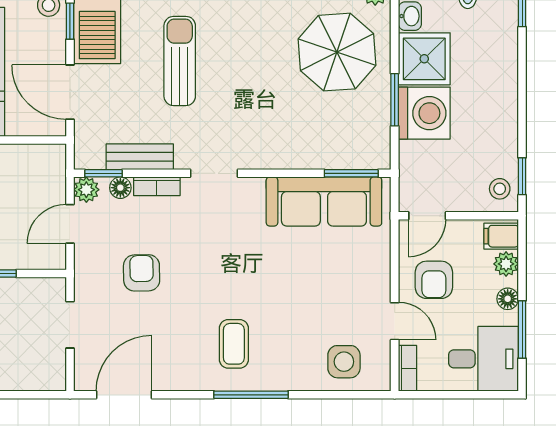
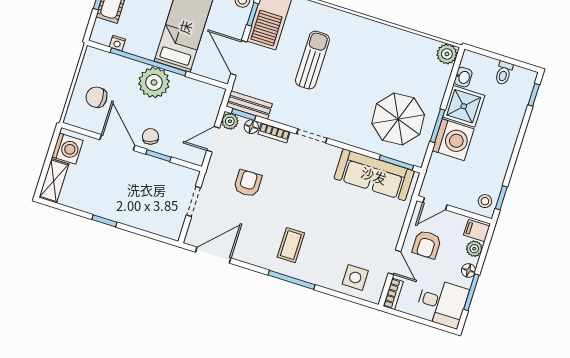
parasol: (337, 52) -> (398, 119), moved
bench: (140, 157) -> (249, 105), moved

